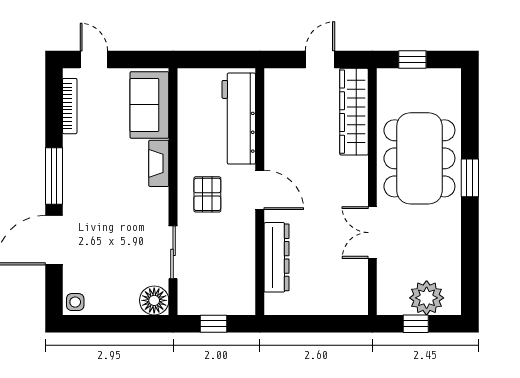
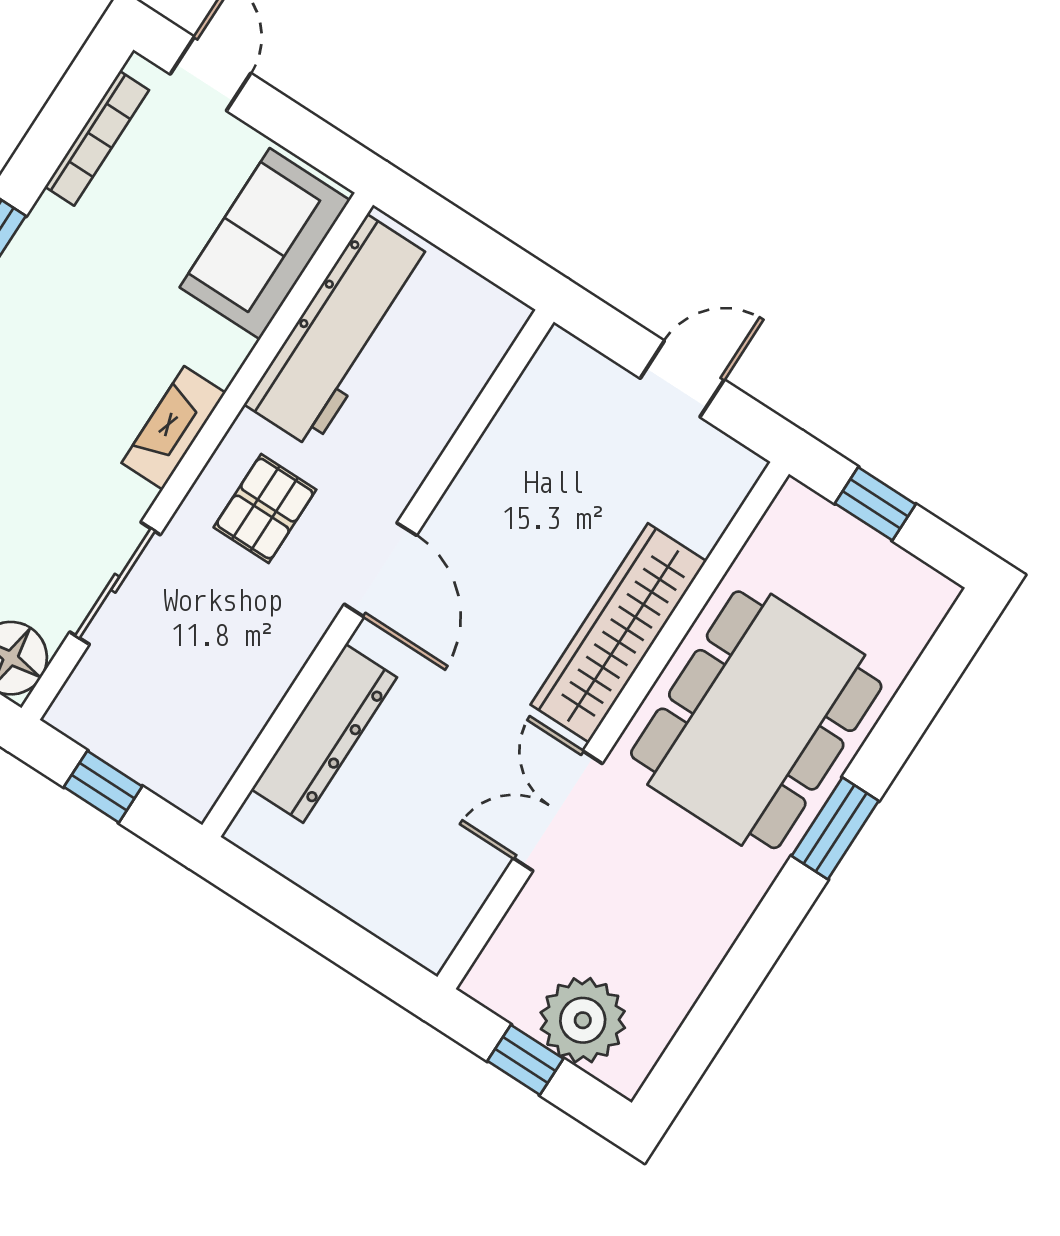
wardrobe: (354, 112) -> (618, 633), moved
workbench: (239, 119) -> (340, 332), moved, turned 180
fireplace: (159, 163) -> (173, 428), moved

